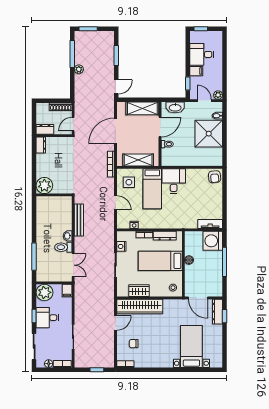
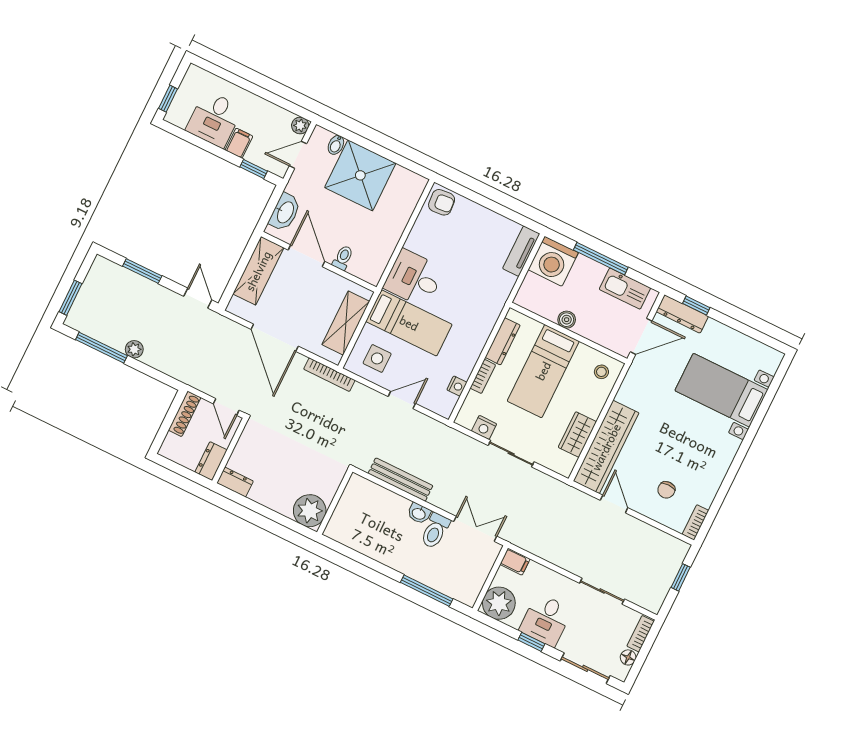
kitchen sink: (216, 280) -> (625, 289), added

